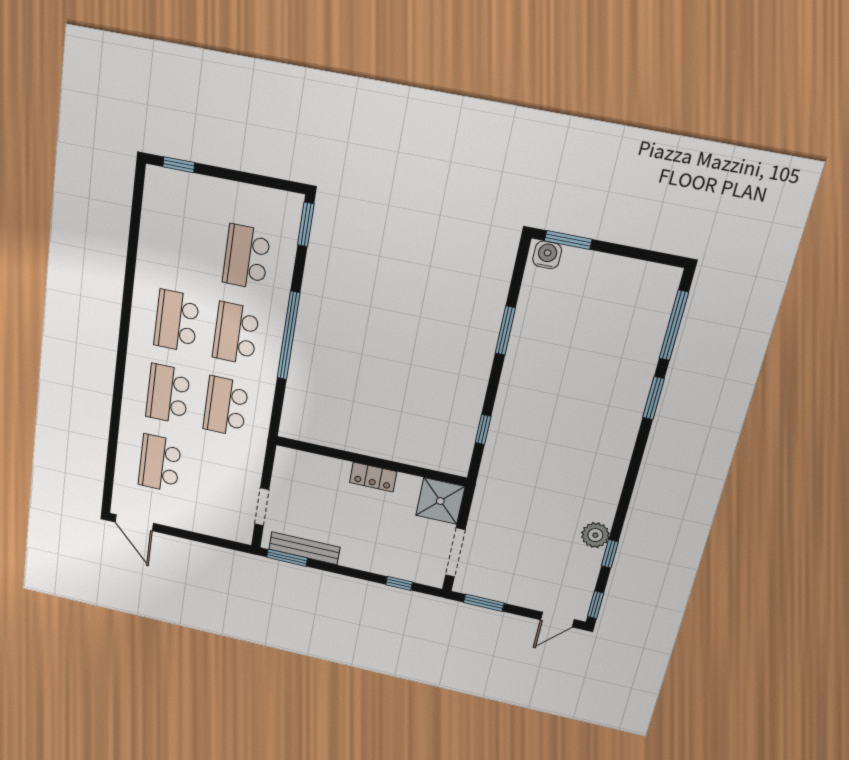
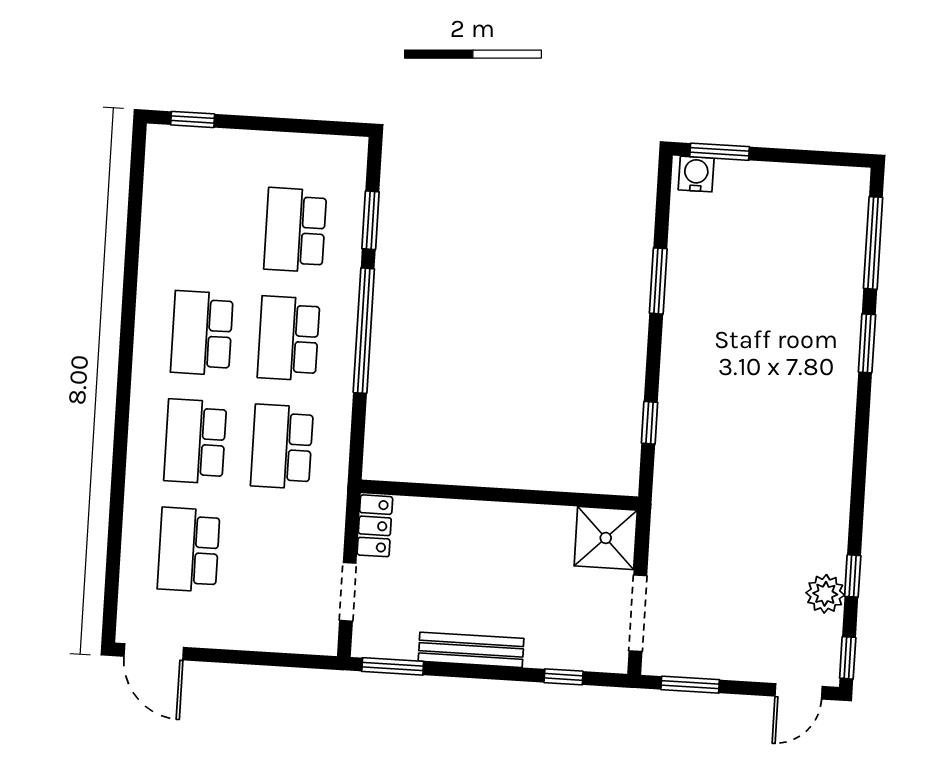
window: (306, 224) -> (371, 220), moved
locker: (373, 477) -> (375, 526), moved, turned -90
plant: (595, 535) -> (825, 594), moved
bench: (304, 548) -> (471, 650), moved

